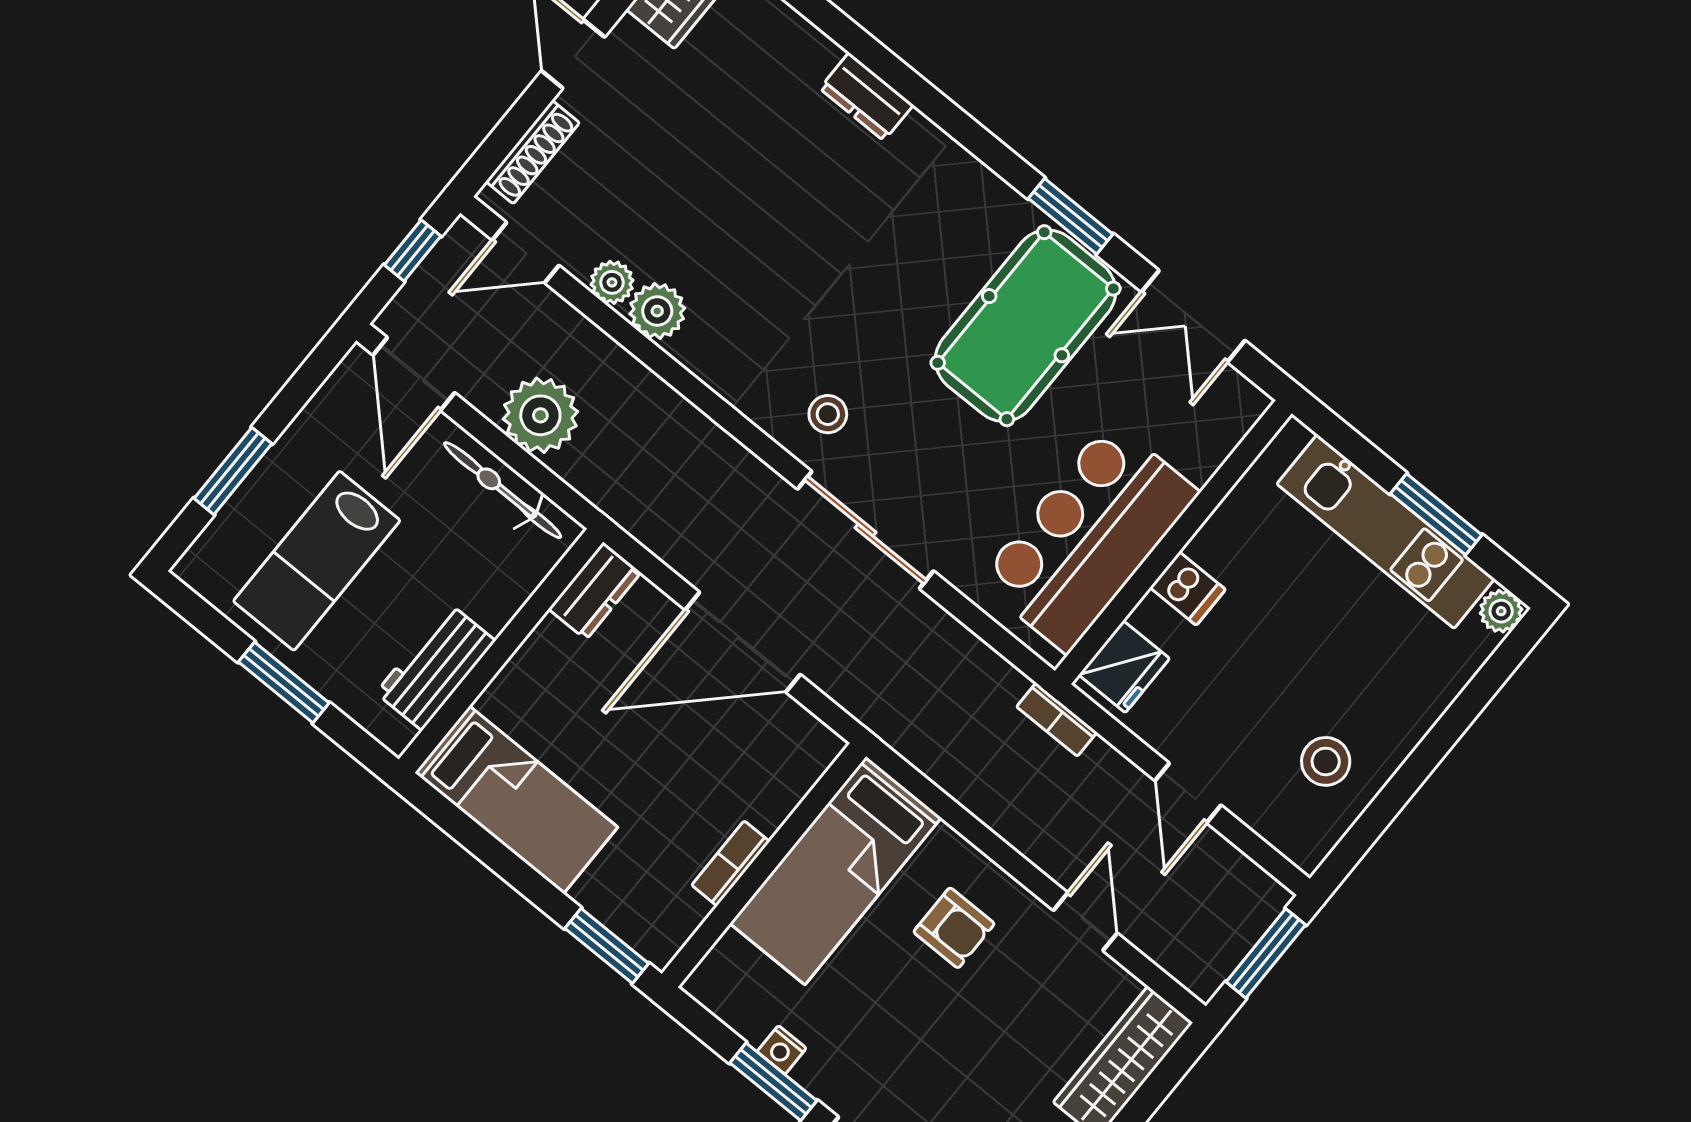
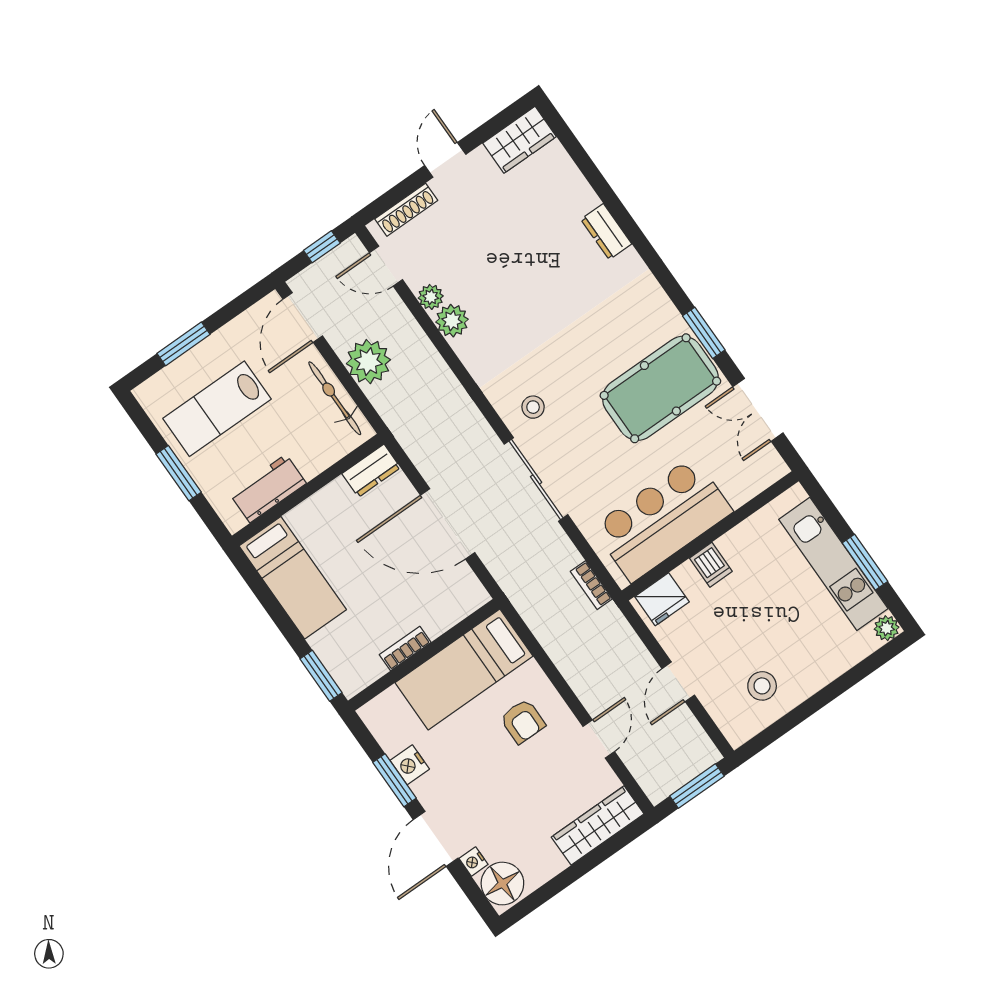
bookcase: (1057, 720) -> (591, 585), moved
nightstand: (782, 1050) -> (410, 765), width x1.39, depth x1.35

